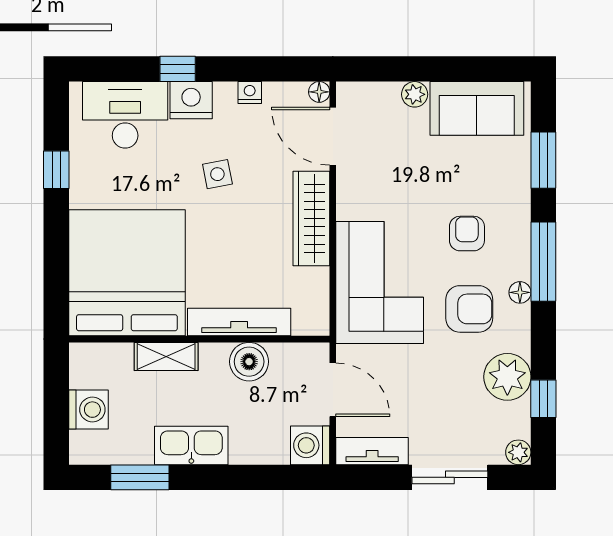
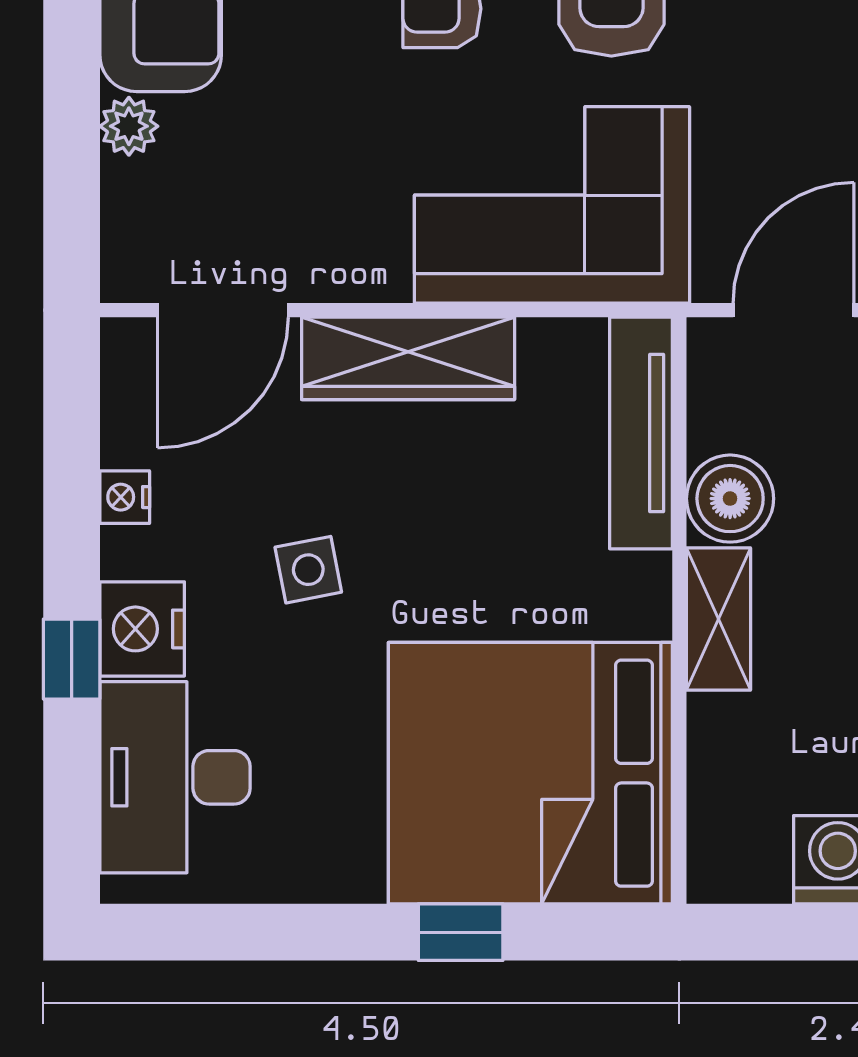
floor lamp: (319, 92) -> (123, 341), removed
window: (56, 170) -> (461, 932), moved
tv unit: (239, 322) -> (641, 433), moved
shelving: (166, 357) -> (718, 619), moved

